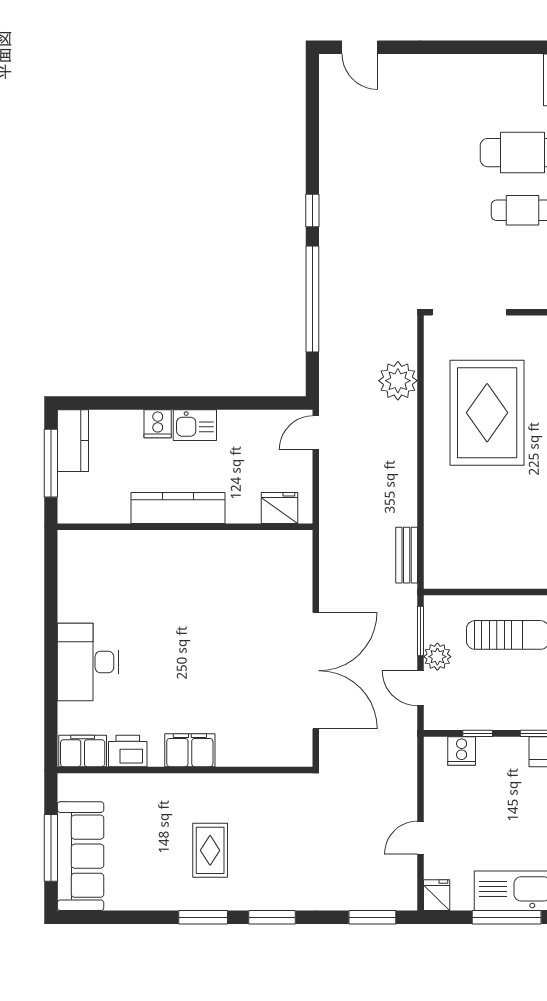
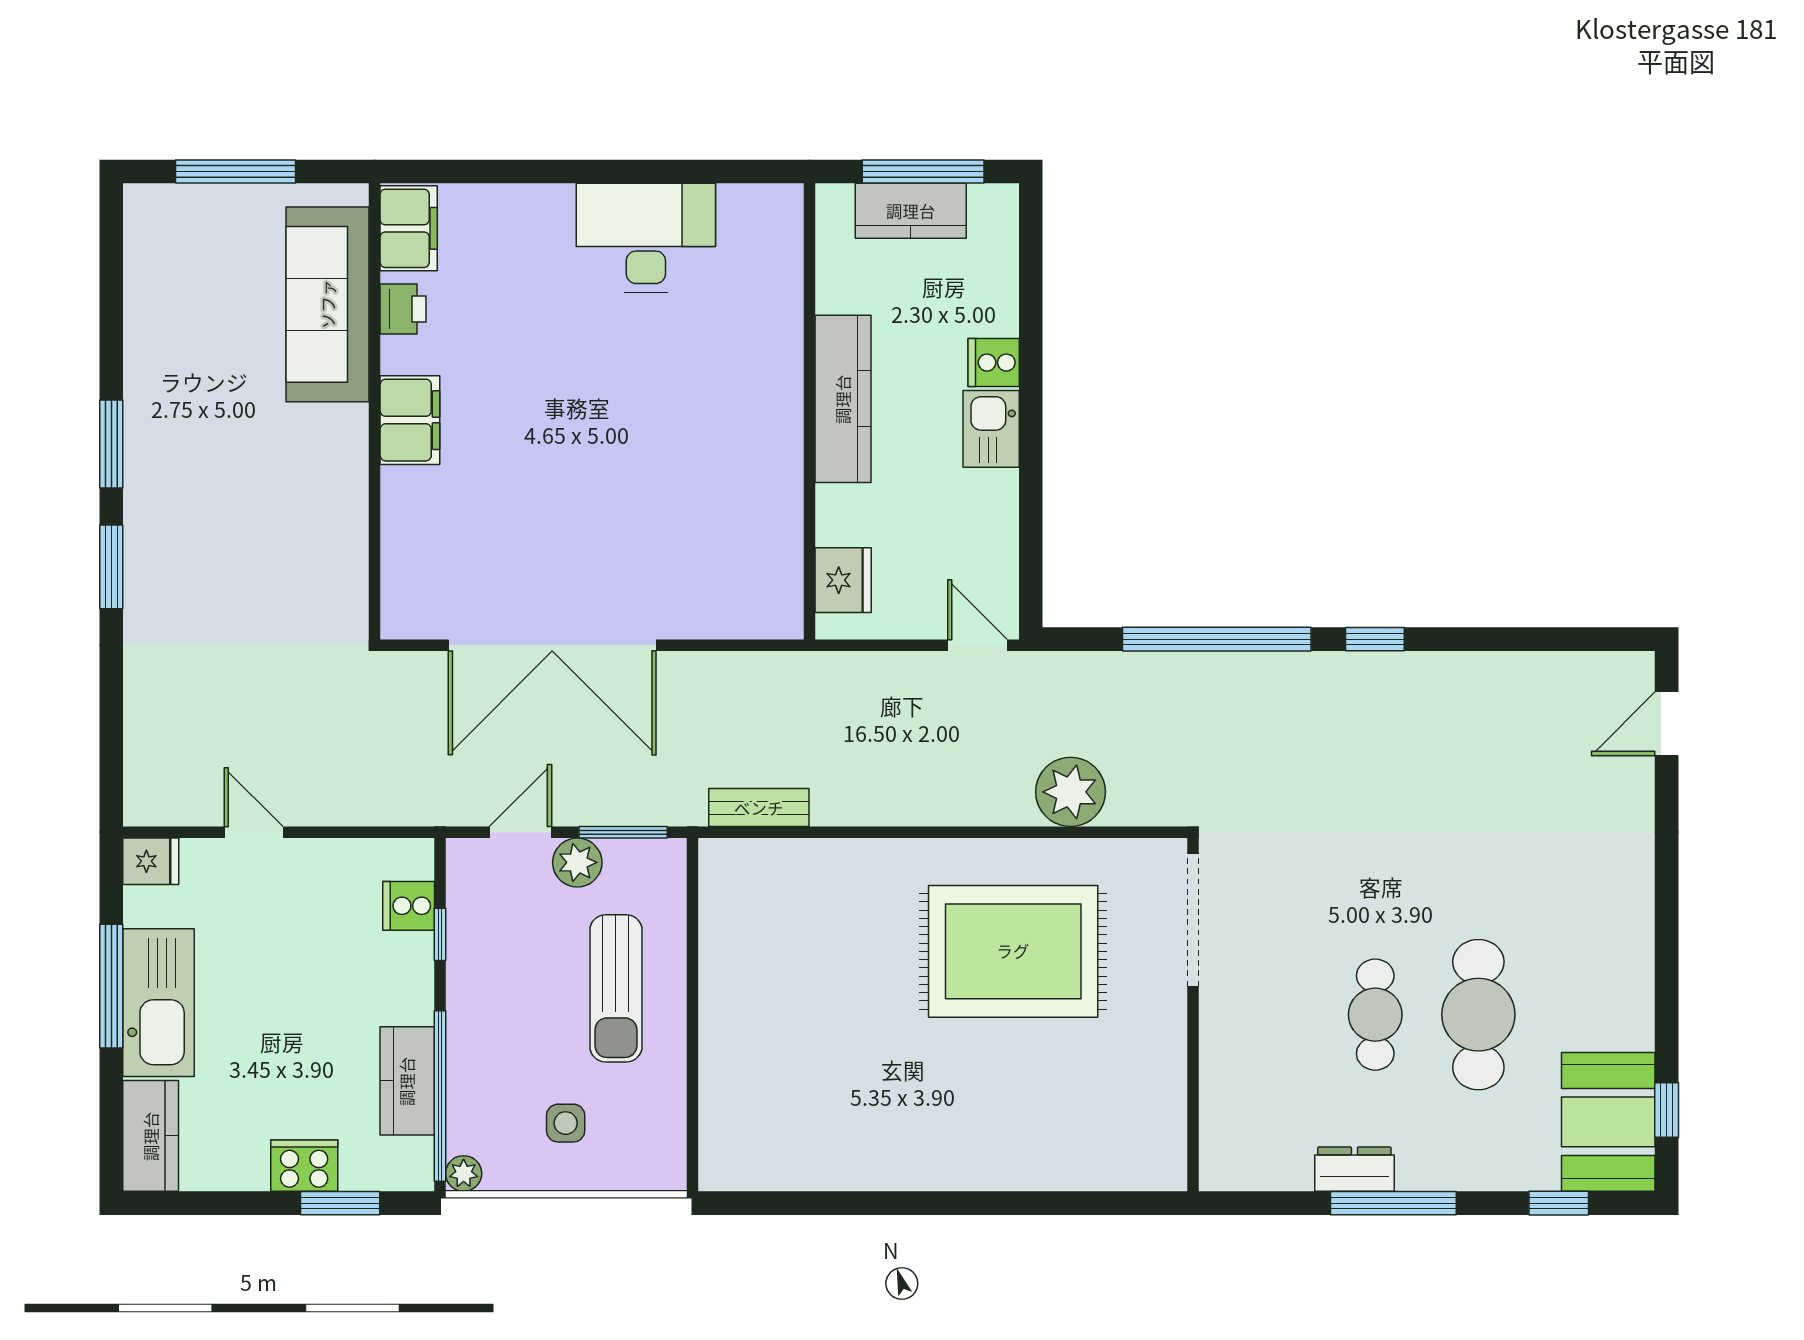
kitchen counter: (73, 441) -> (911, 211), moved
desk: (88, 662) -> (646, 238), moved
printer: (128, 751) -> (403, 309), width x0.73, depth x0.81
rug: (210, 850) -> (231, 456), removed
sofa: (81, 856) -> (328, 304), moved, turned 90
window: (372, 917) -> (111, 746), removed

